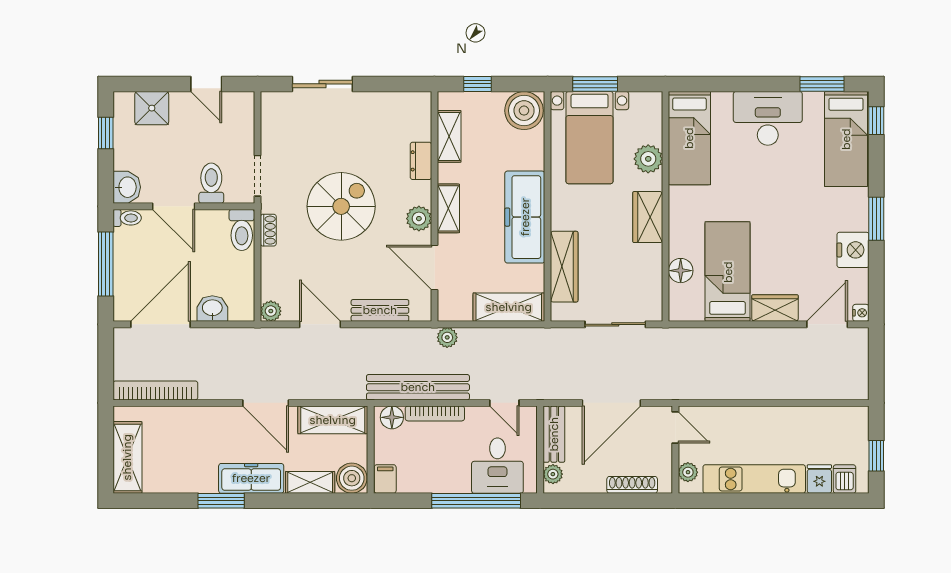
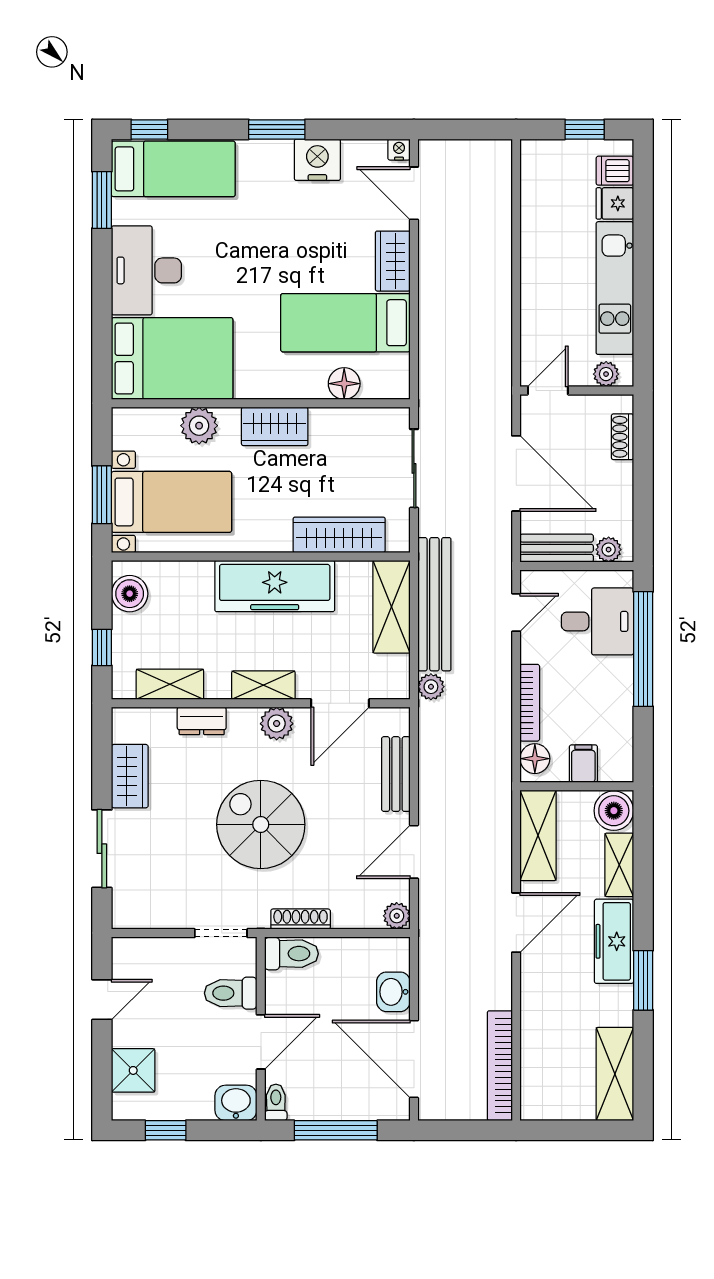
wardrobe: (378, 105) -> (130, 776), added
boiler: (524, 111) -> (130, 594), width x0.73, depth x0.73
bed: (689, 138) -> (172, 358), width x1.50
shoe rack: (268, 230) -> (301, 919), width x1.43
bench: (418, 387) -> (434, 604), moved
shelving: (127, 457) -> (615, 1074), moved, turned 90
filing cabinet: (385, 479) -> (583, 764), moved, turned 90
shoe rack: (632, 485) -> (622, 437), width x0.70

